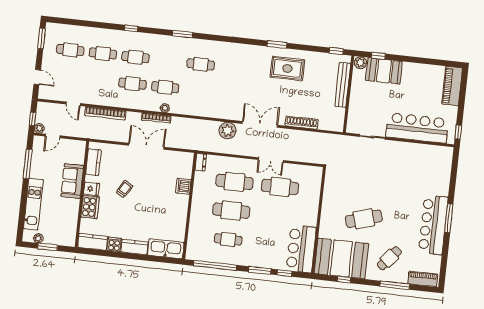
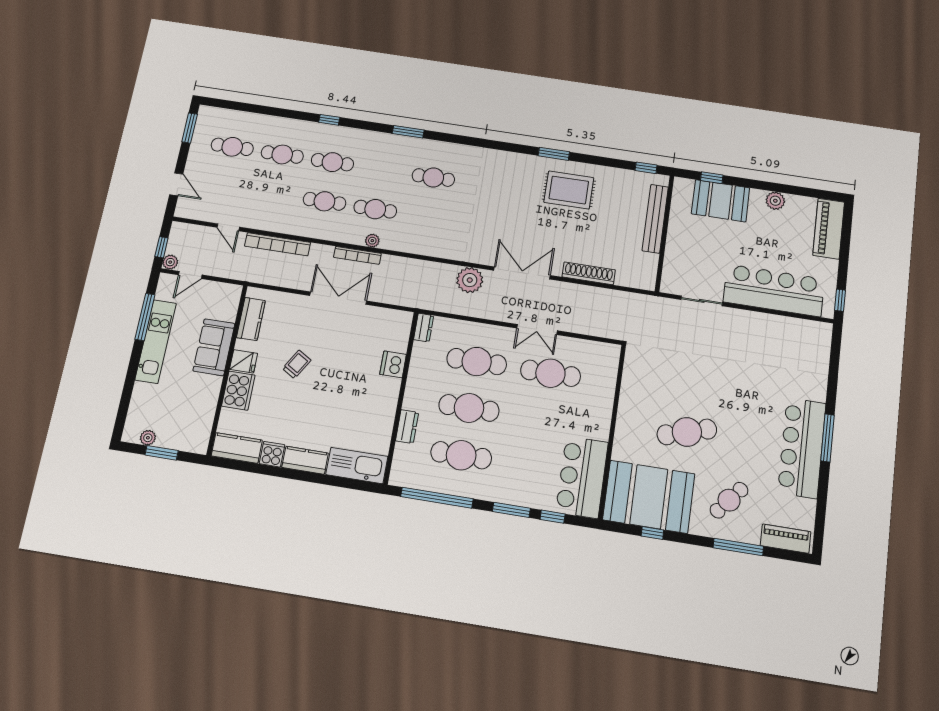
plant: (360, 63) -> (775, 201), moved
kitchen unit: (33, 204) -> (156, 341), moved
dresser: (194, 224) -> (407, 427), added
cafe table: (228, 239) -> (461, 455), width x1.37, depth x1.35

